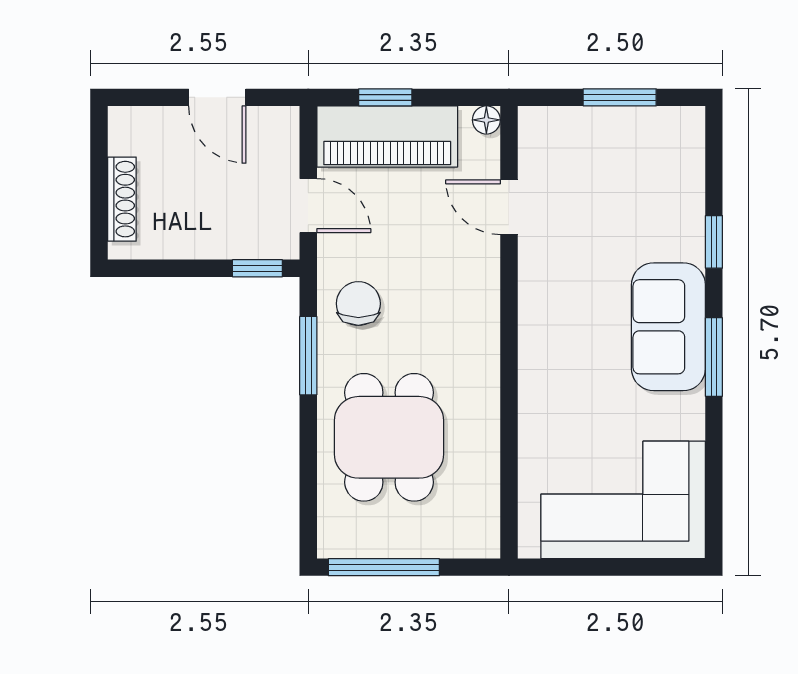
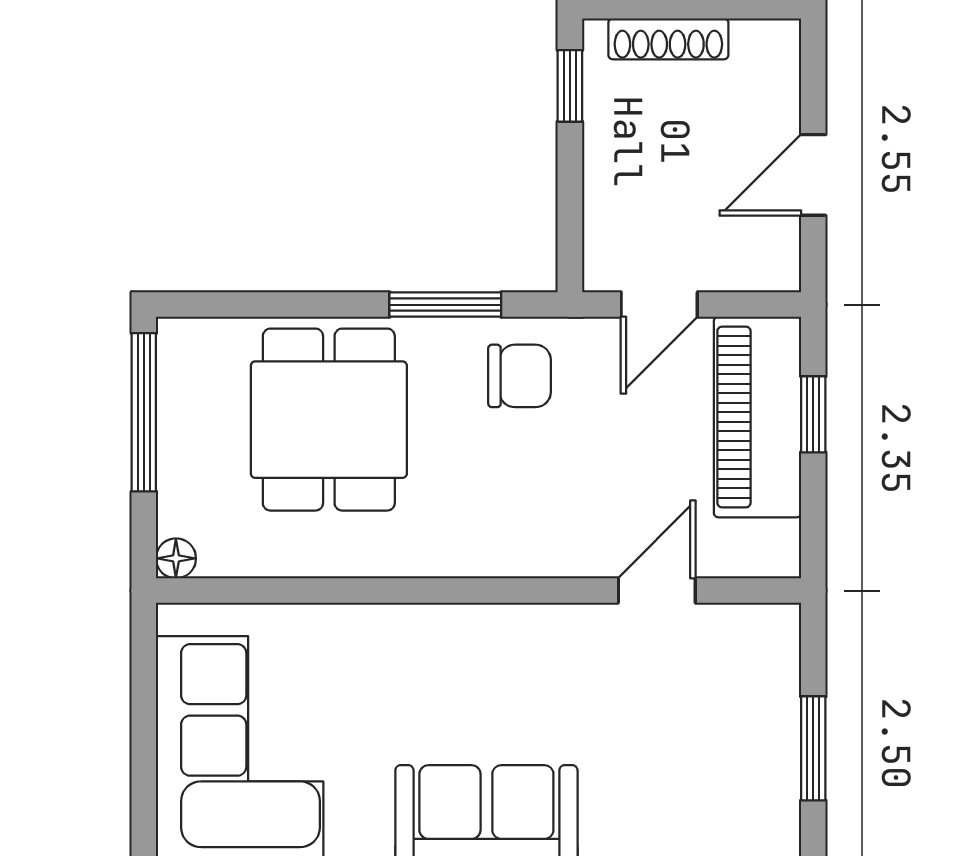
floor lamp: (486, 120) -> (176, 558), moved
window: (257, 268) -> (570, 86), moved
dining table: (389, 437) -> (329, 420), turned 90

